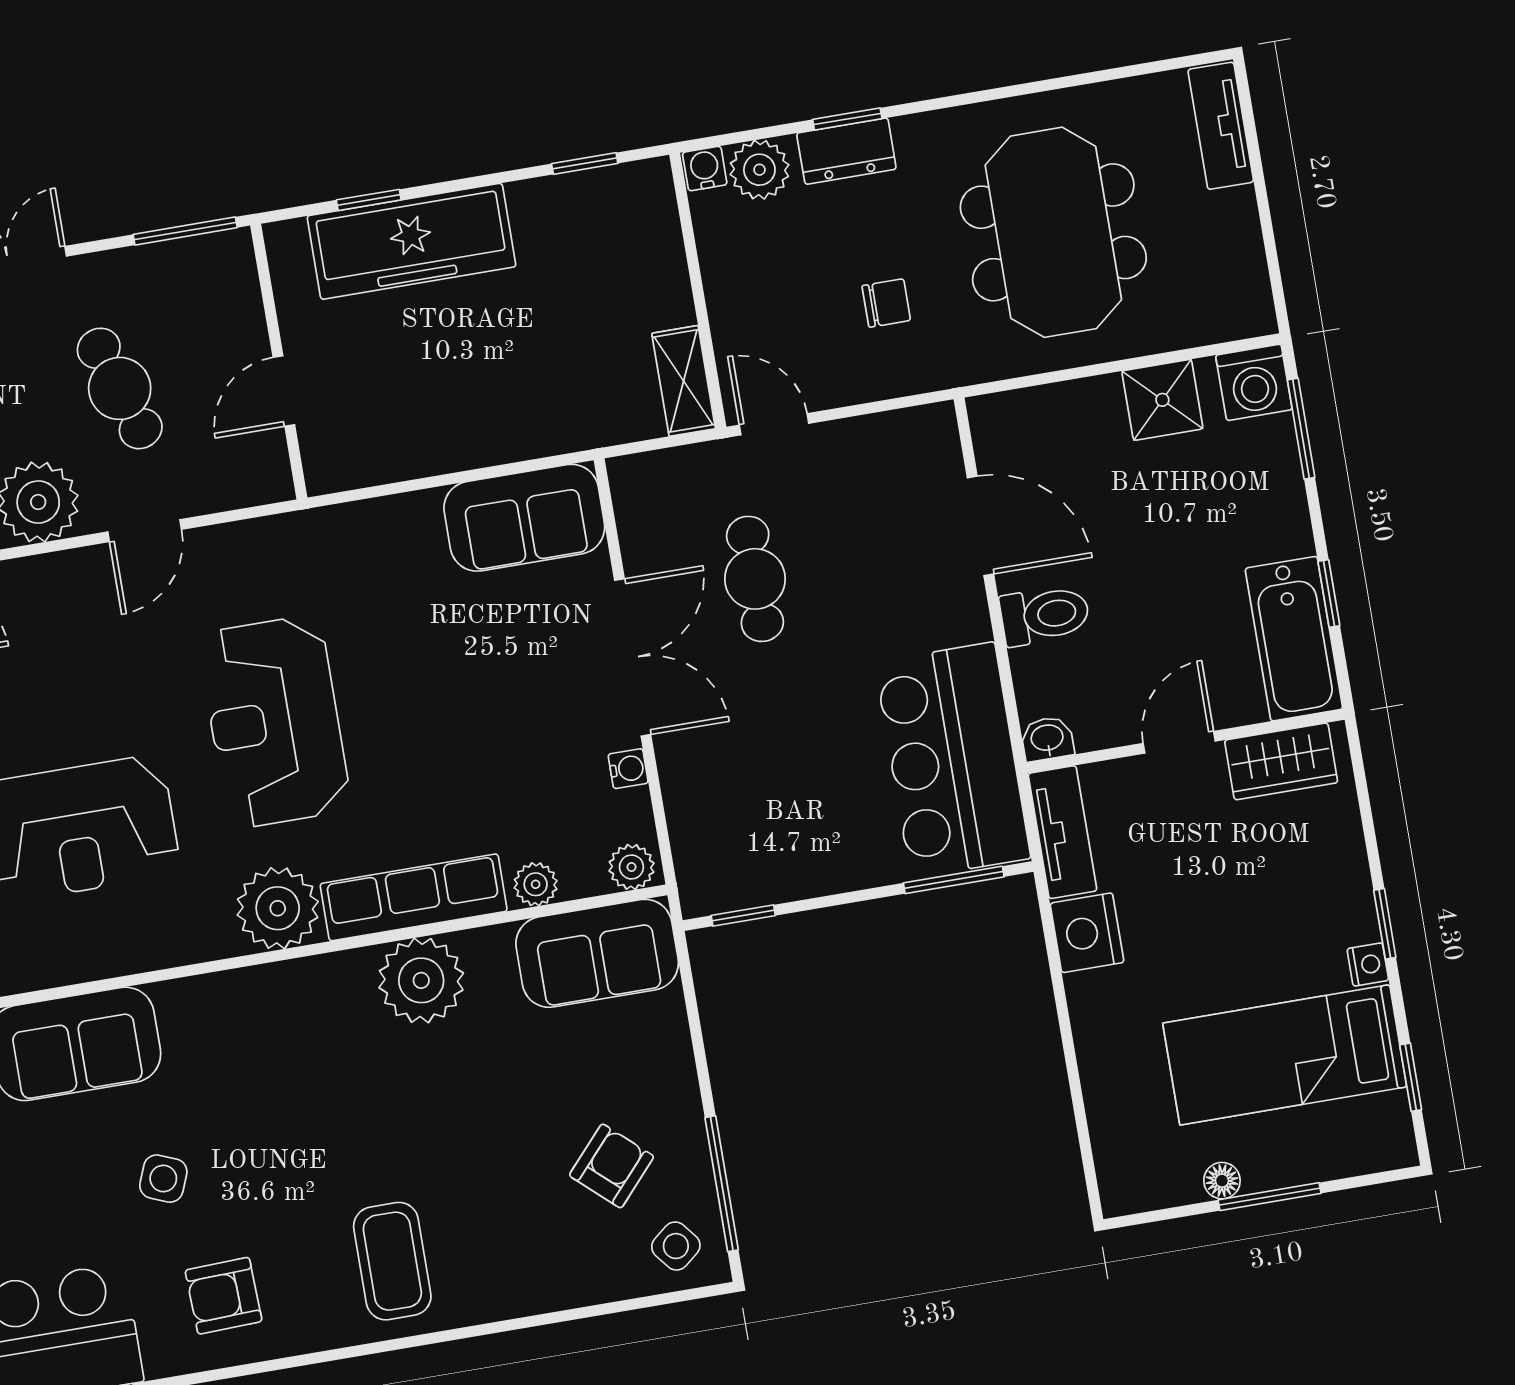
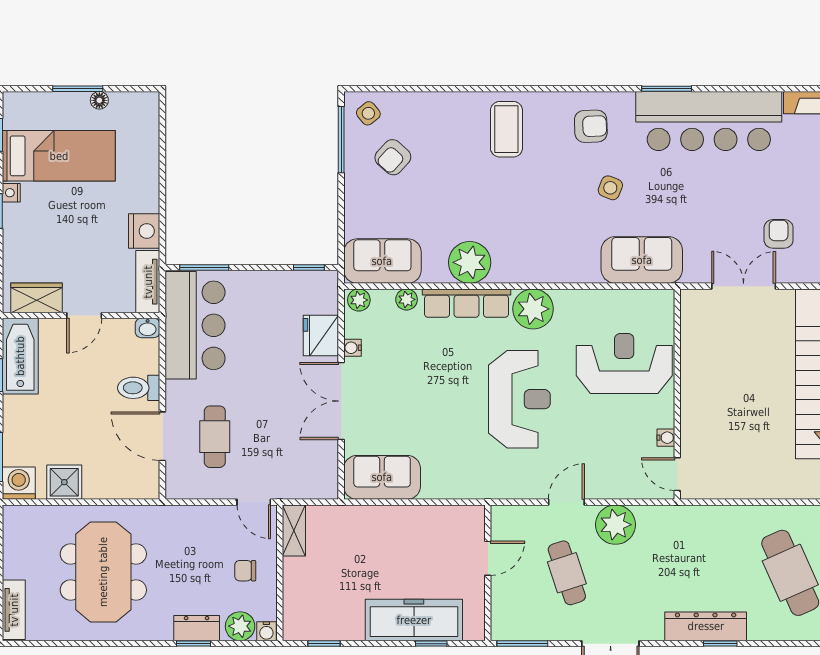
chair: (886, 303) -> (245, 571), moved
cafe table: (755, 579) -> (215, 437), moved
fridge: (696, 783) -> (321, 335), added

